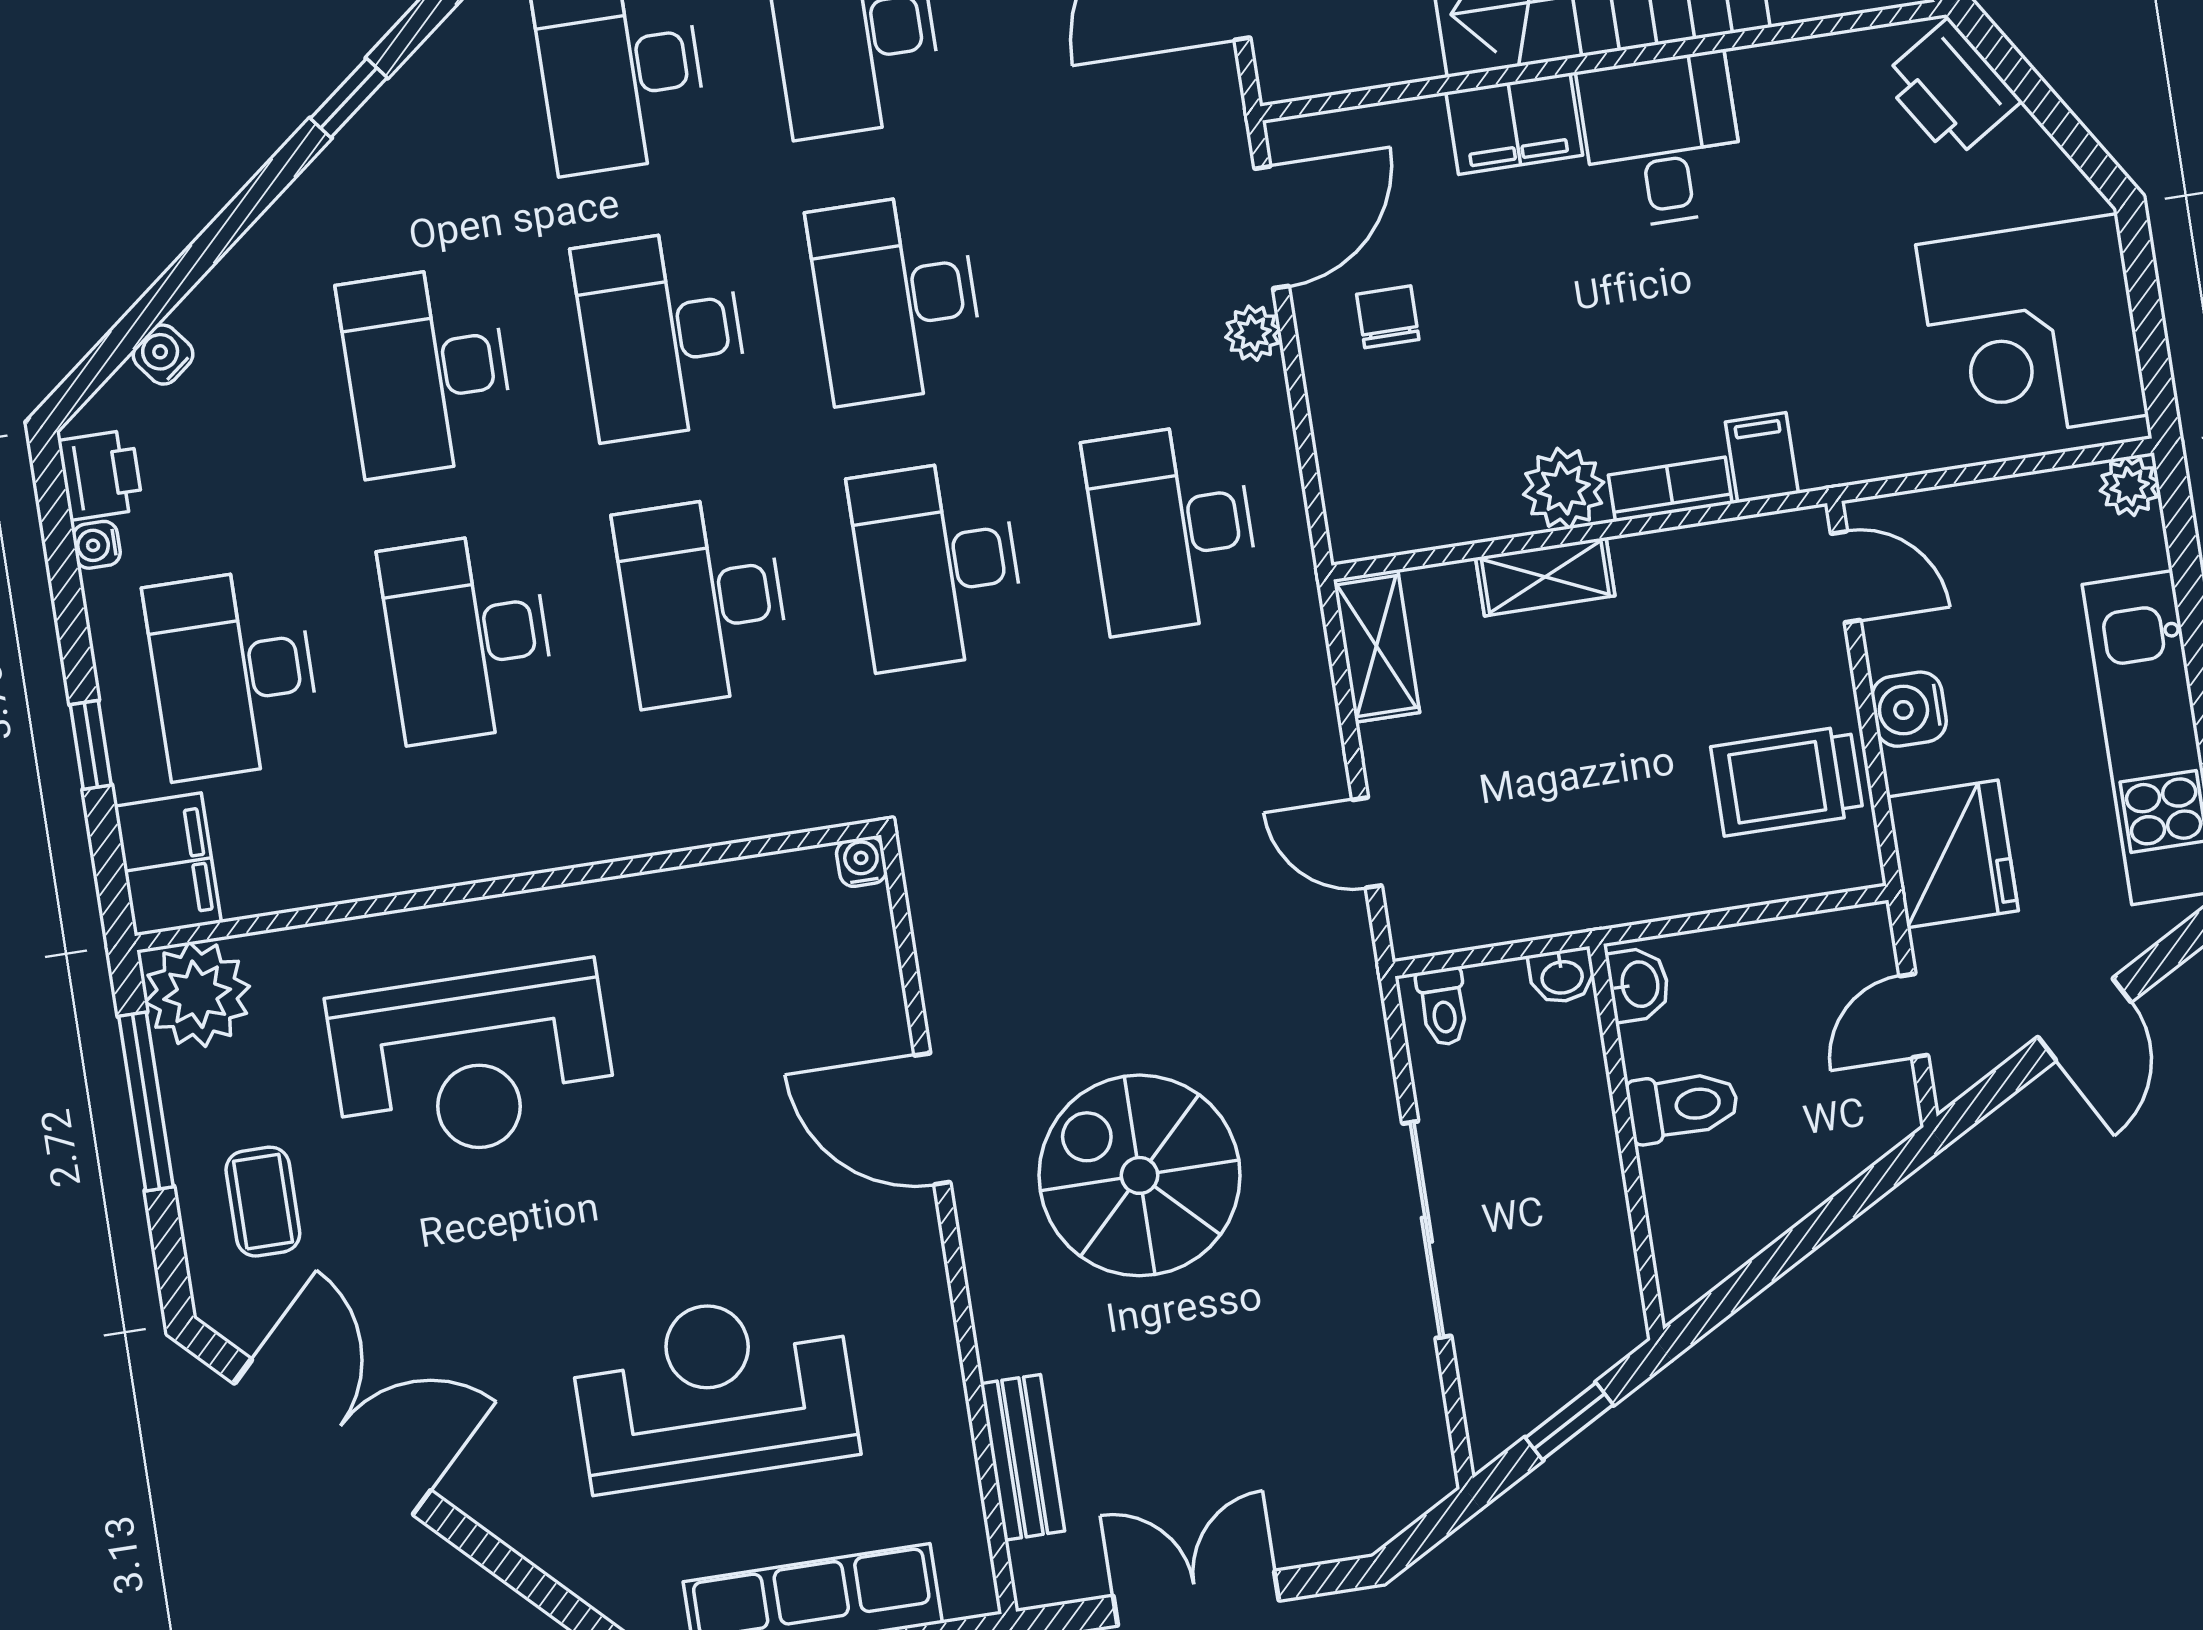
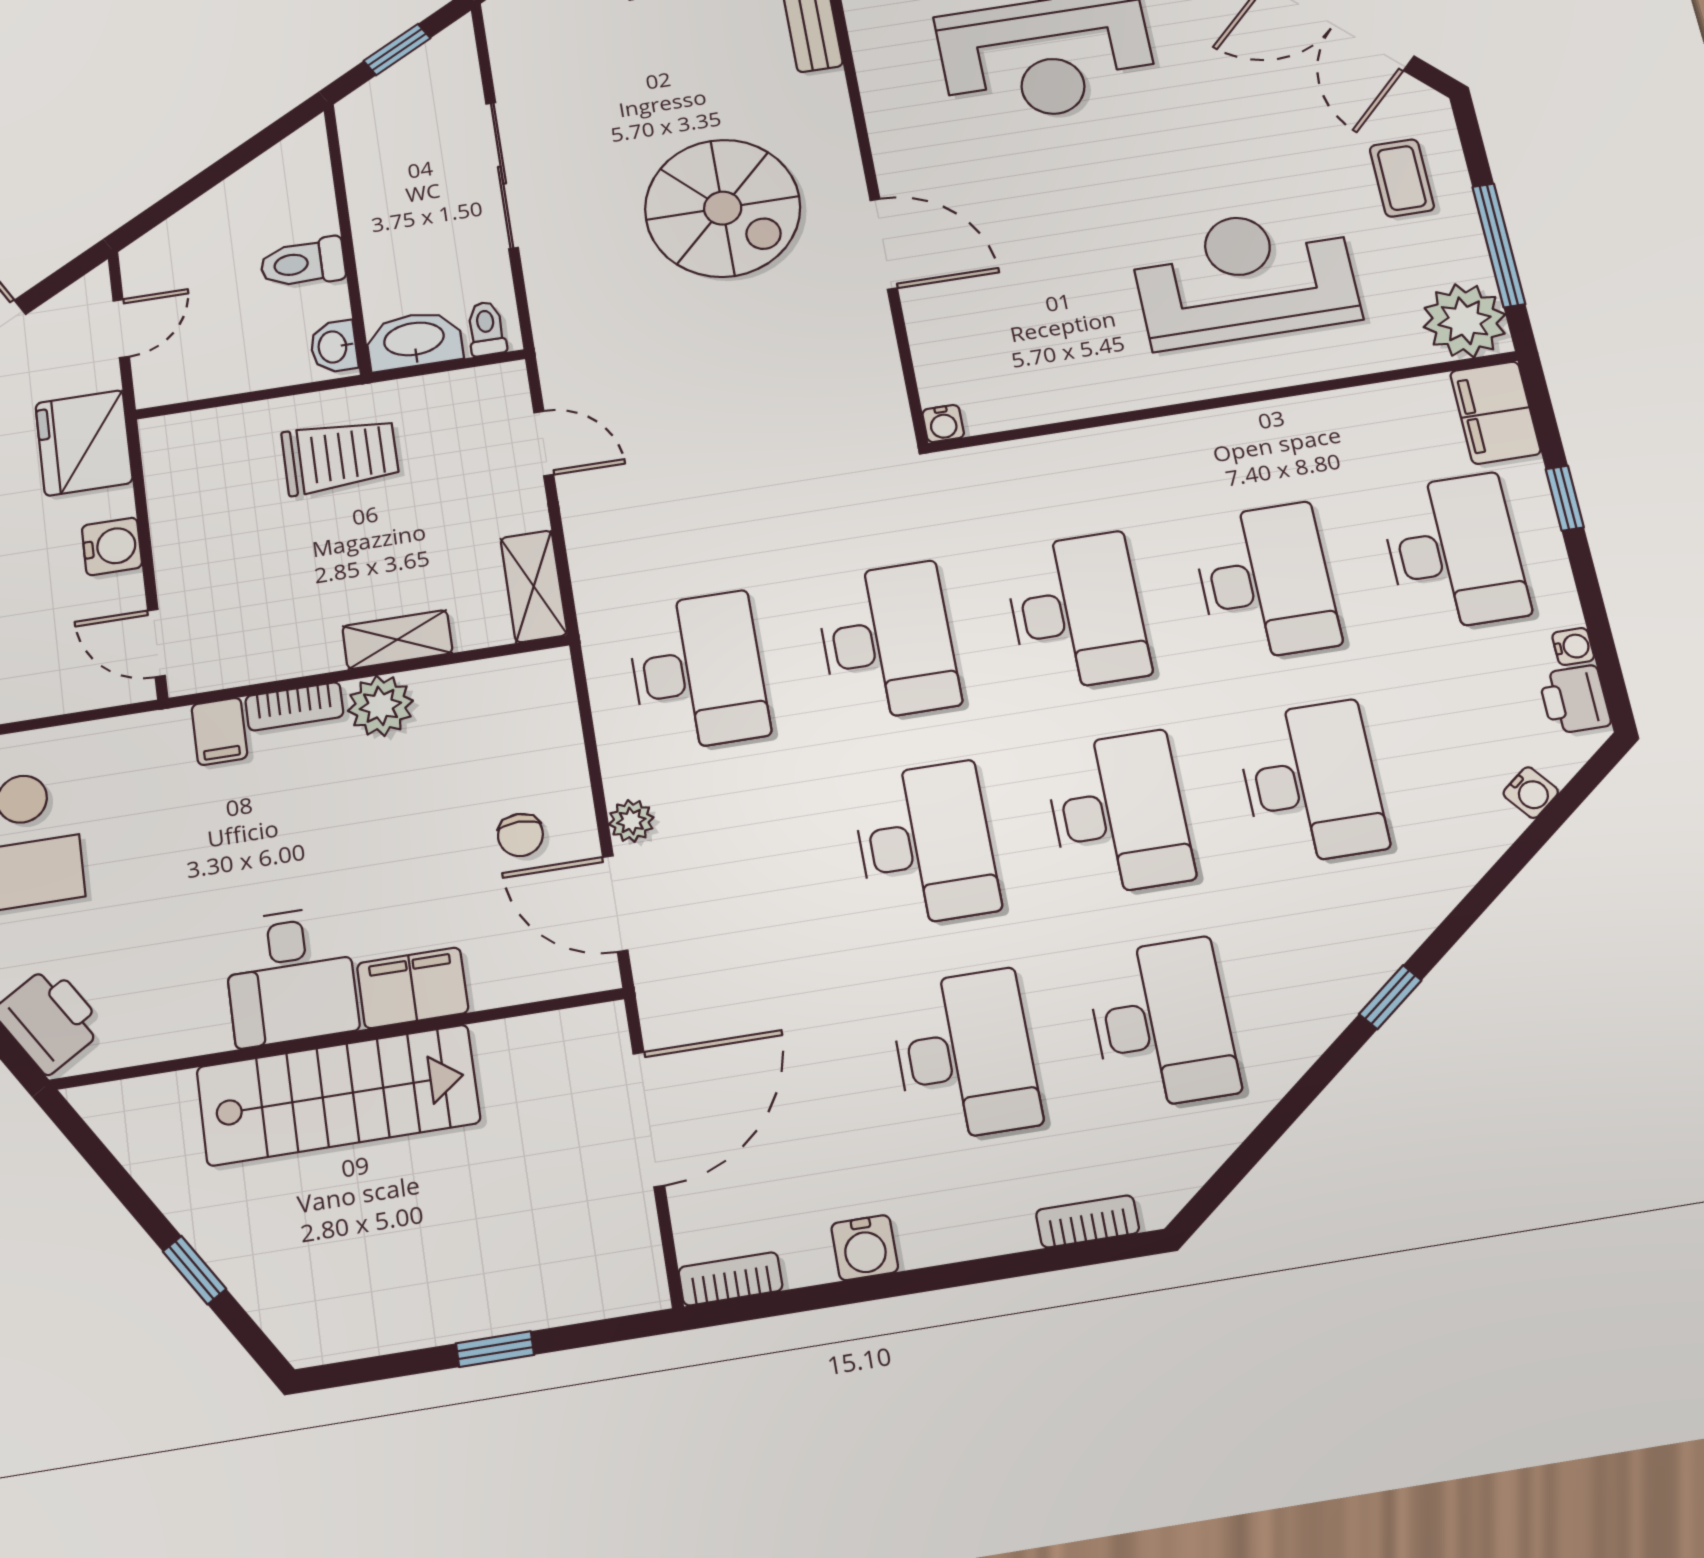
door: (1272, 227) -> (615, 904), hinge flipped
trolley: (1787, 781) -> (340, 456), moved
washbasin: (1562, 976) -> (414, 340), width x1.91, depth x1.45

